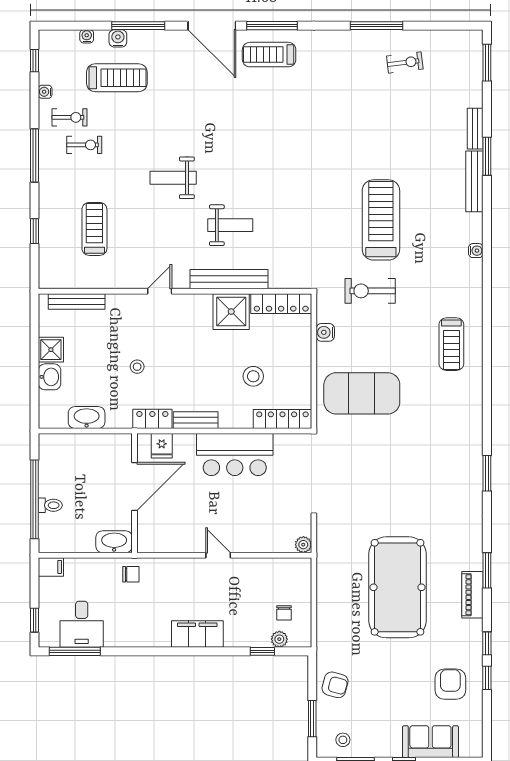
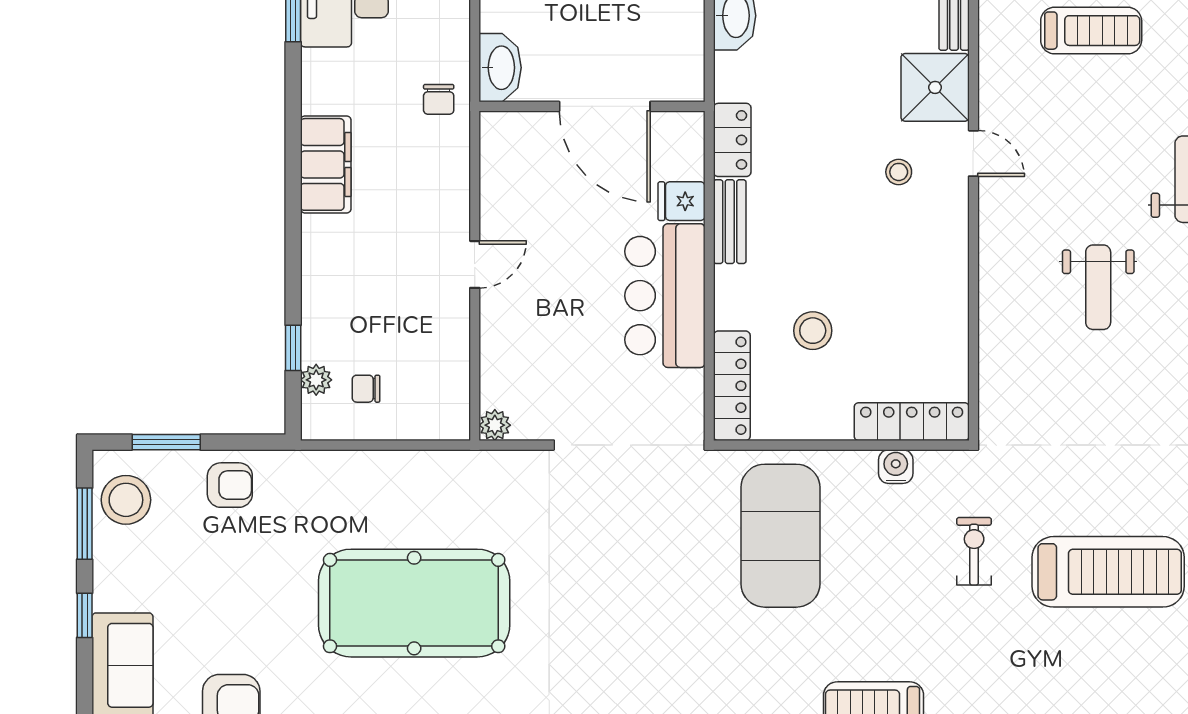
bench: (229, 279) -> (996, 285), removed
exercise bike: (370, 291) -> (974, 551), width x0.73, depth x0.72
locker: (281, 304) -> (912, 422), moved, turned 90
shower: (231, 312) -> (935, 87), moved
stool: (137, 367) -> (899, 172), moved
fridge: (162, 446) -> (681, 201), moved
filing cabinet: (197, 634) -> (326, 164), moved
armchair: (335, 685) -> (230, 485), turned -105
stool: (343, 740) -> (126, 500), width x1.89, depth x1.89

